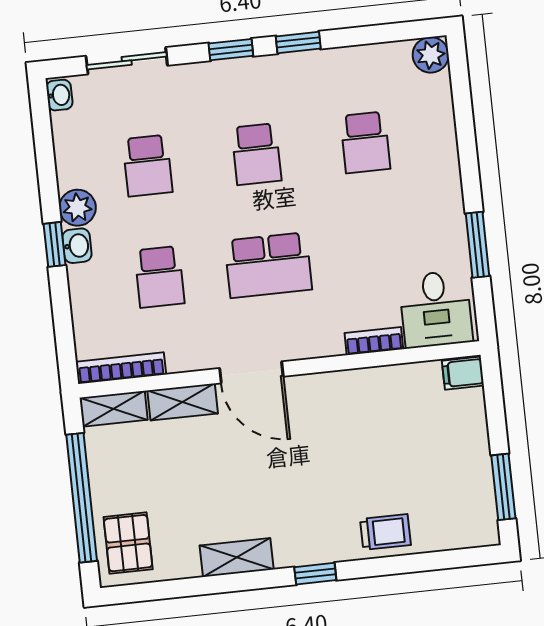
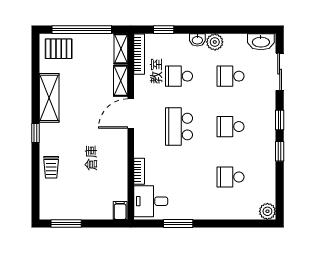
washbasin: (59, 95) -> (261, 42), width x1.91, depth x1.45
window: (55, 244) -> (164, 30), moved
shelving: (237, 557) -> (49, 98), width x1.50, depth x1.33

